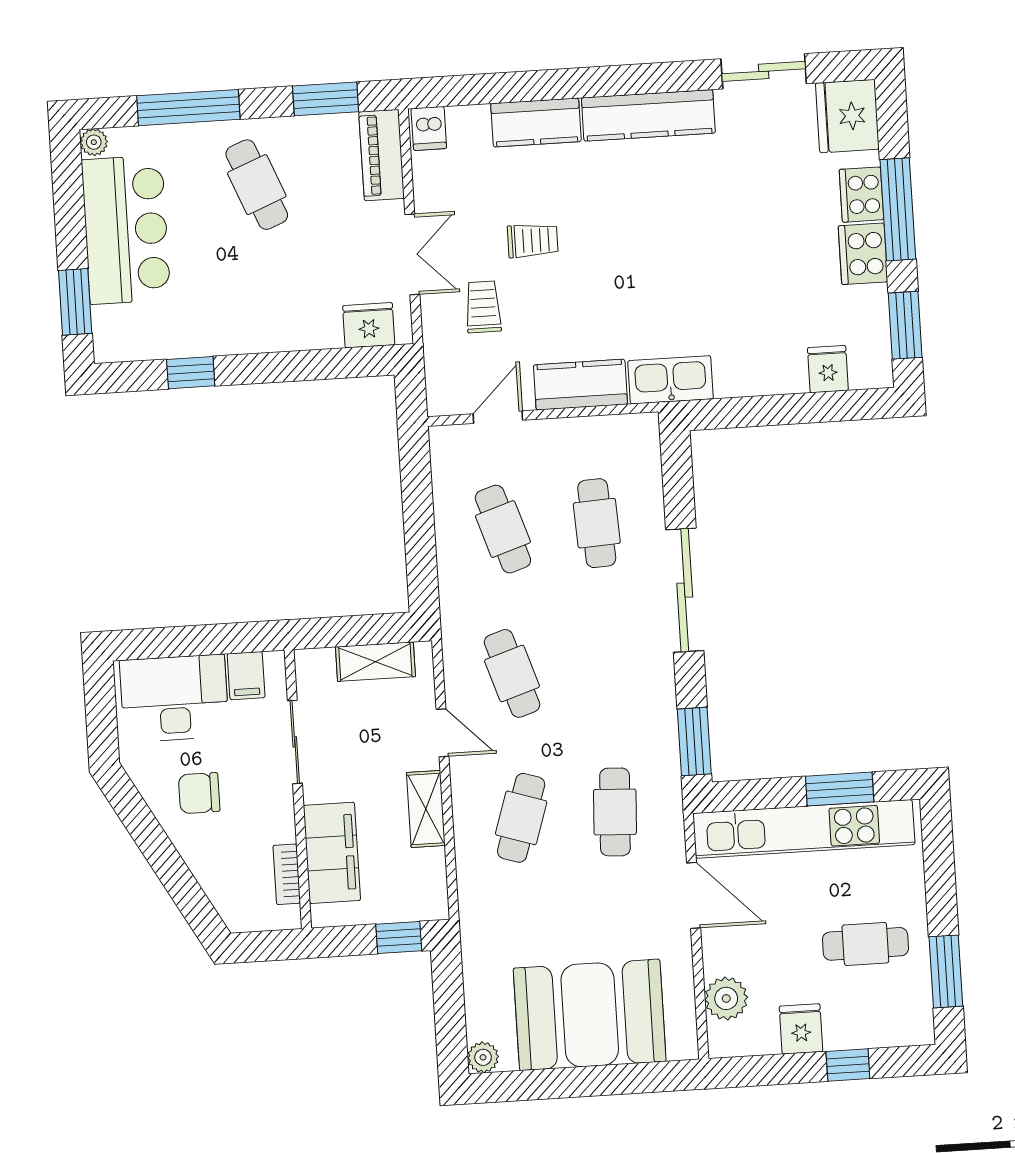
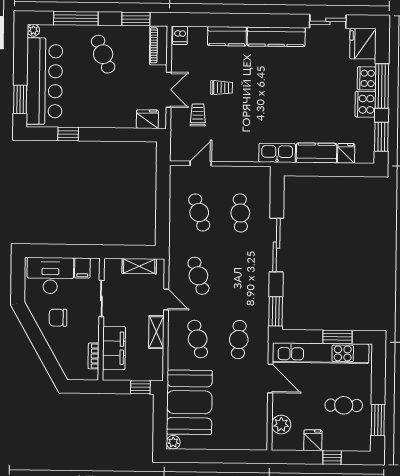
bar counter: (126, 230) -> (44, 81), width x1.36
kitchen counter: (580, 385) -> (317, 153), moved
cafe table: (521, 818) -> (198, 339), turned -33
booth: (590, 1015) -> (189, 402), moved, turned 90

